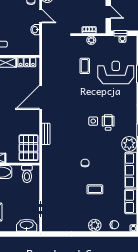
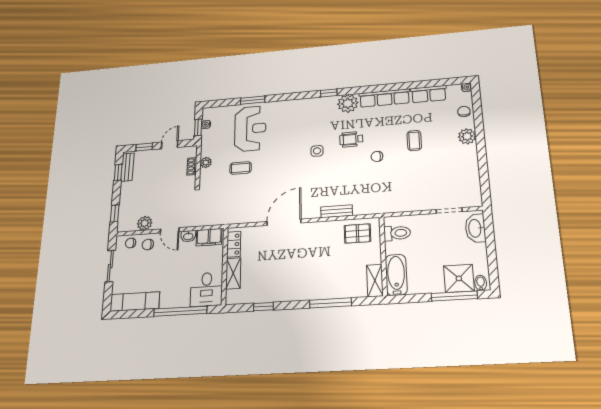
door: (41, 16) -> (170, 230), swing flipped
filing cabinet: (33, 45) -> (209, 237), added
reception desk: (116, 73) -> (250, 129), turned 180
door: (41, 97) -> (284, 222), swing flipped
wheelchair: (108, 122) -> (351, 139), moved
pallet: (29, 148) -> (357, 234), width x0.67, depth x0.71

